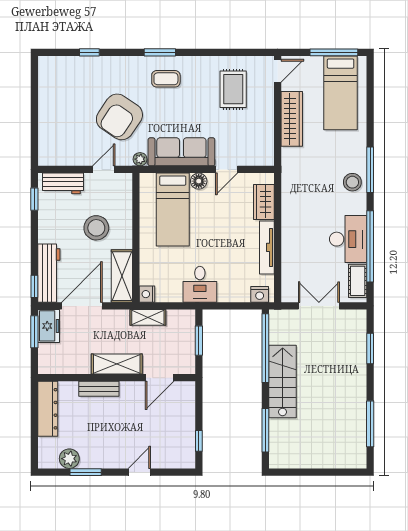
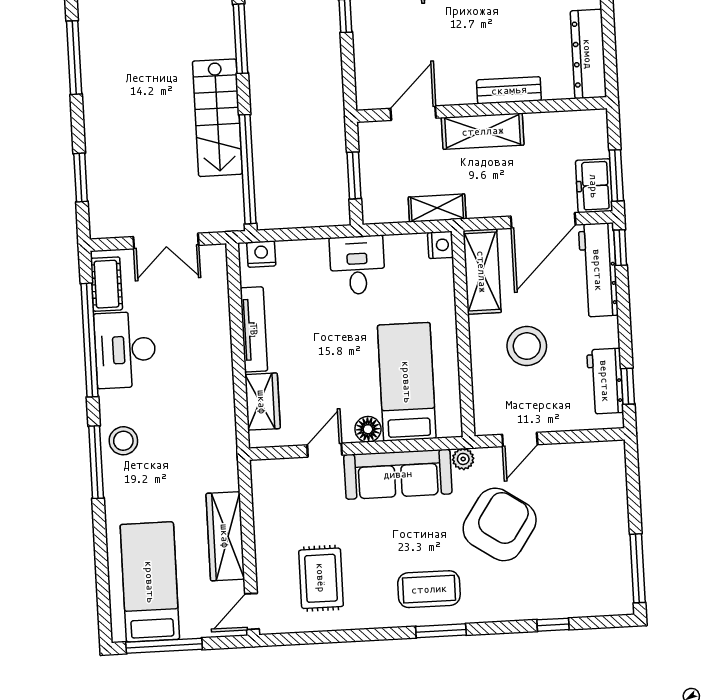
coffee table: (166, 79) -> (429, 589), width x1.36, depth x1.30
window: (34, 85) -> (638, 568), added
workbench: (63, 183) -> (605, 381), moved, turned -90

